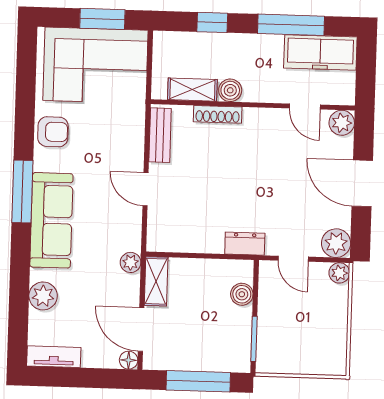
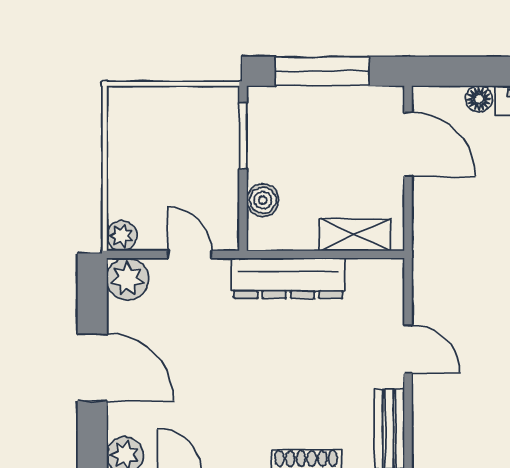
dresser: (245, 244) -> (288, 278), width x1.96, depth x1.24
plant: (131, 262) -> (427, 241), removed
shelving: (156, 281) -> (355, 235), moved, turned 90
floor lamp: (129, 360) -> (479, 99), moved

